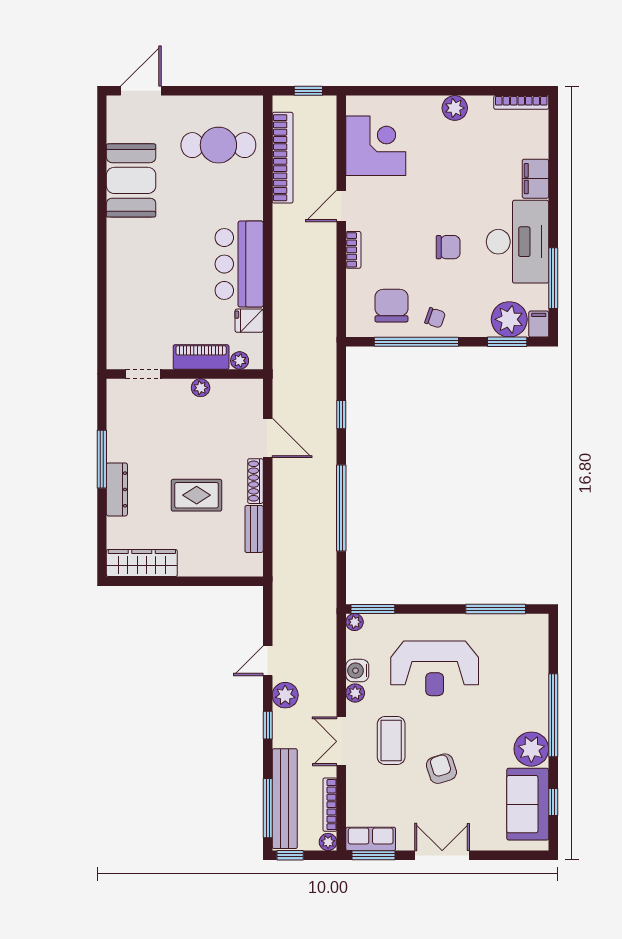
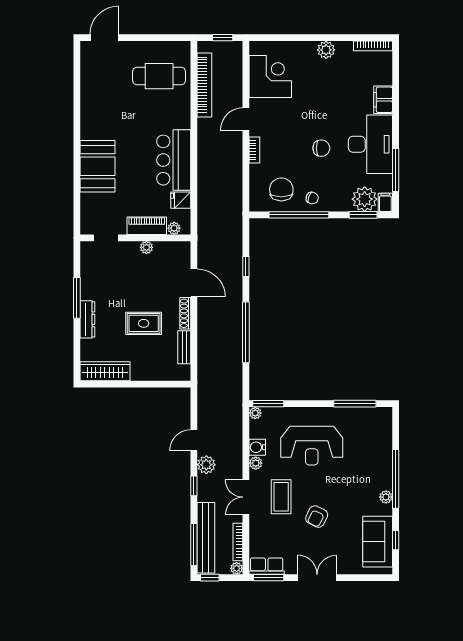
booth: (131, 180) -> (97, 166), moved
plant: (531, 749) -> (386, 497), width x0.53, depth x0.53
armchair: (441, 769) -> (317, 517), turned -136

